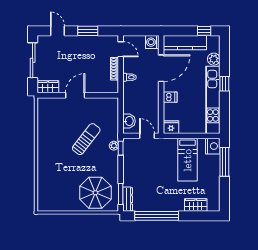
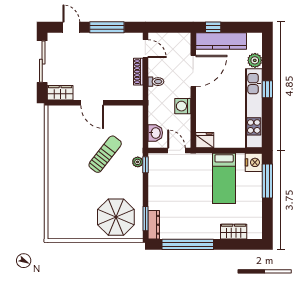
window: (88, 31) -> (107, 27), width x1.44
window: (204, 31) -> (213, 27), moved
washing machine: (152, 42) -> (183, 106), moved
door: (75, 95) -> (92, 103), swing flipped
dishwasher: (170, 97) -> (204, 105), removed

